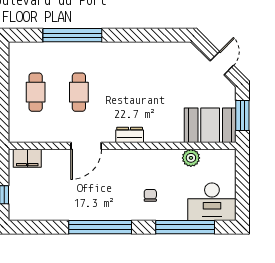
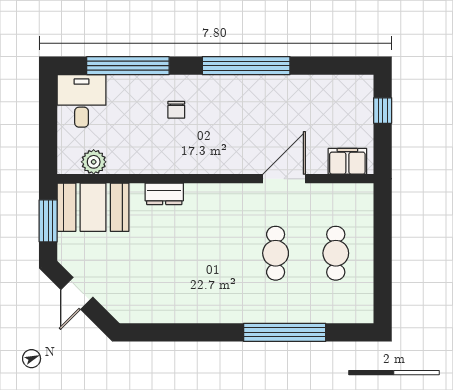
dresser: (130, 135) -> (164, 194), moved
door: (86, 146) -> (284, 179), moved
plant: (191, 158) -> (94, 162), moved
desk: (212, 202) -> (82, 101), width x0.73

